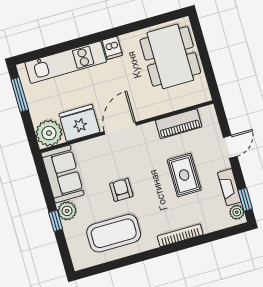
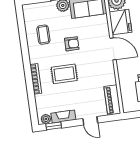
piano: (179, 124) -> (112, 100), moved
rug: (184, 175) -> (64, 74), moved
coffee table: (114, 233) -> (43, 35), width x0.54, depth x0.58

